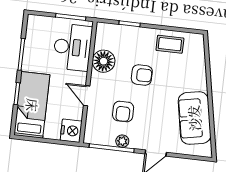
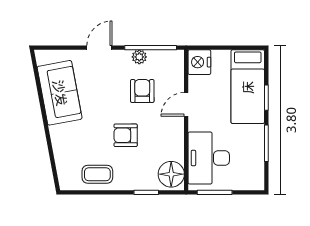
floor lamp: (104, 61) -> (171, 174), moved
door: (87, 96) -> (186, 104), swing flipped

